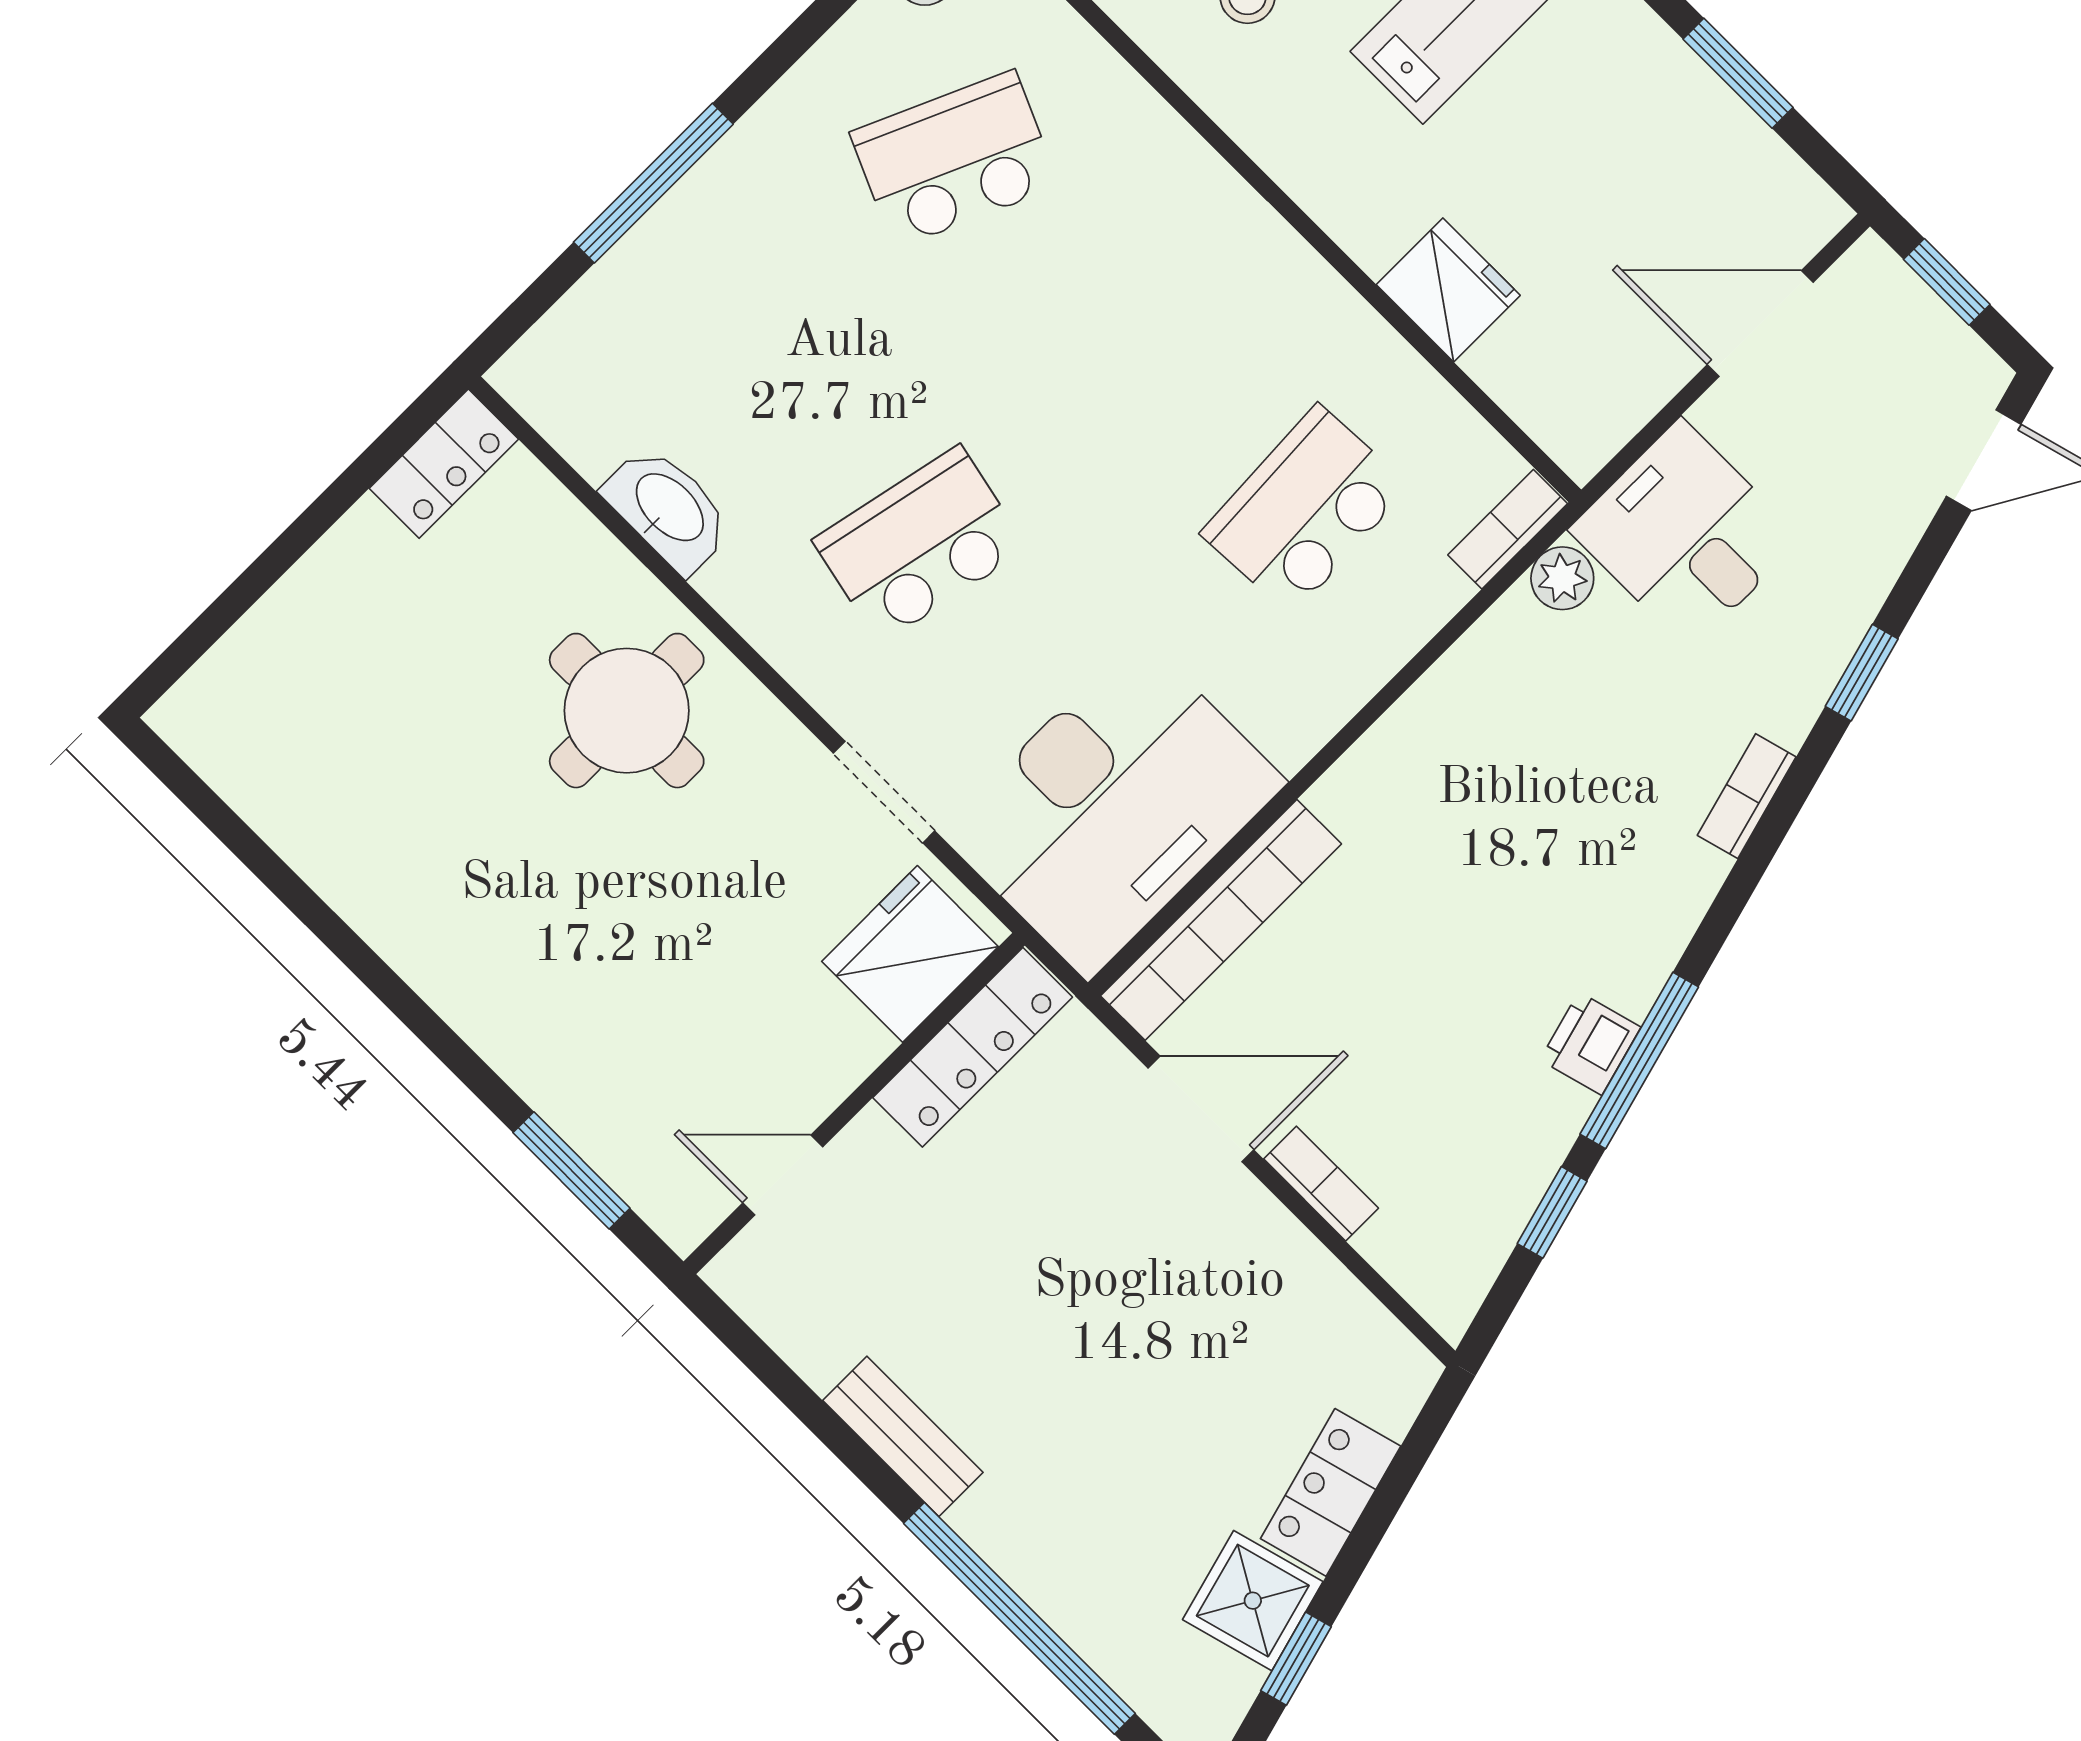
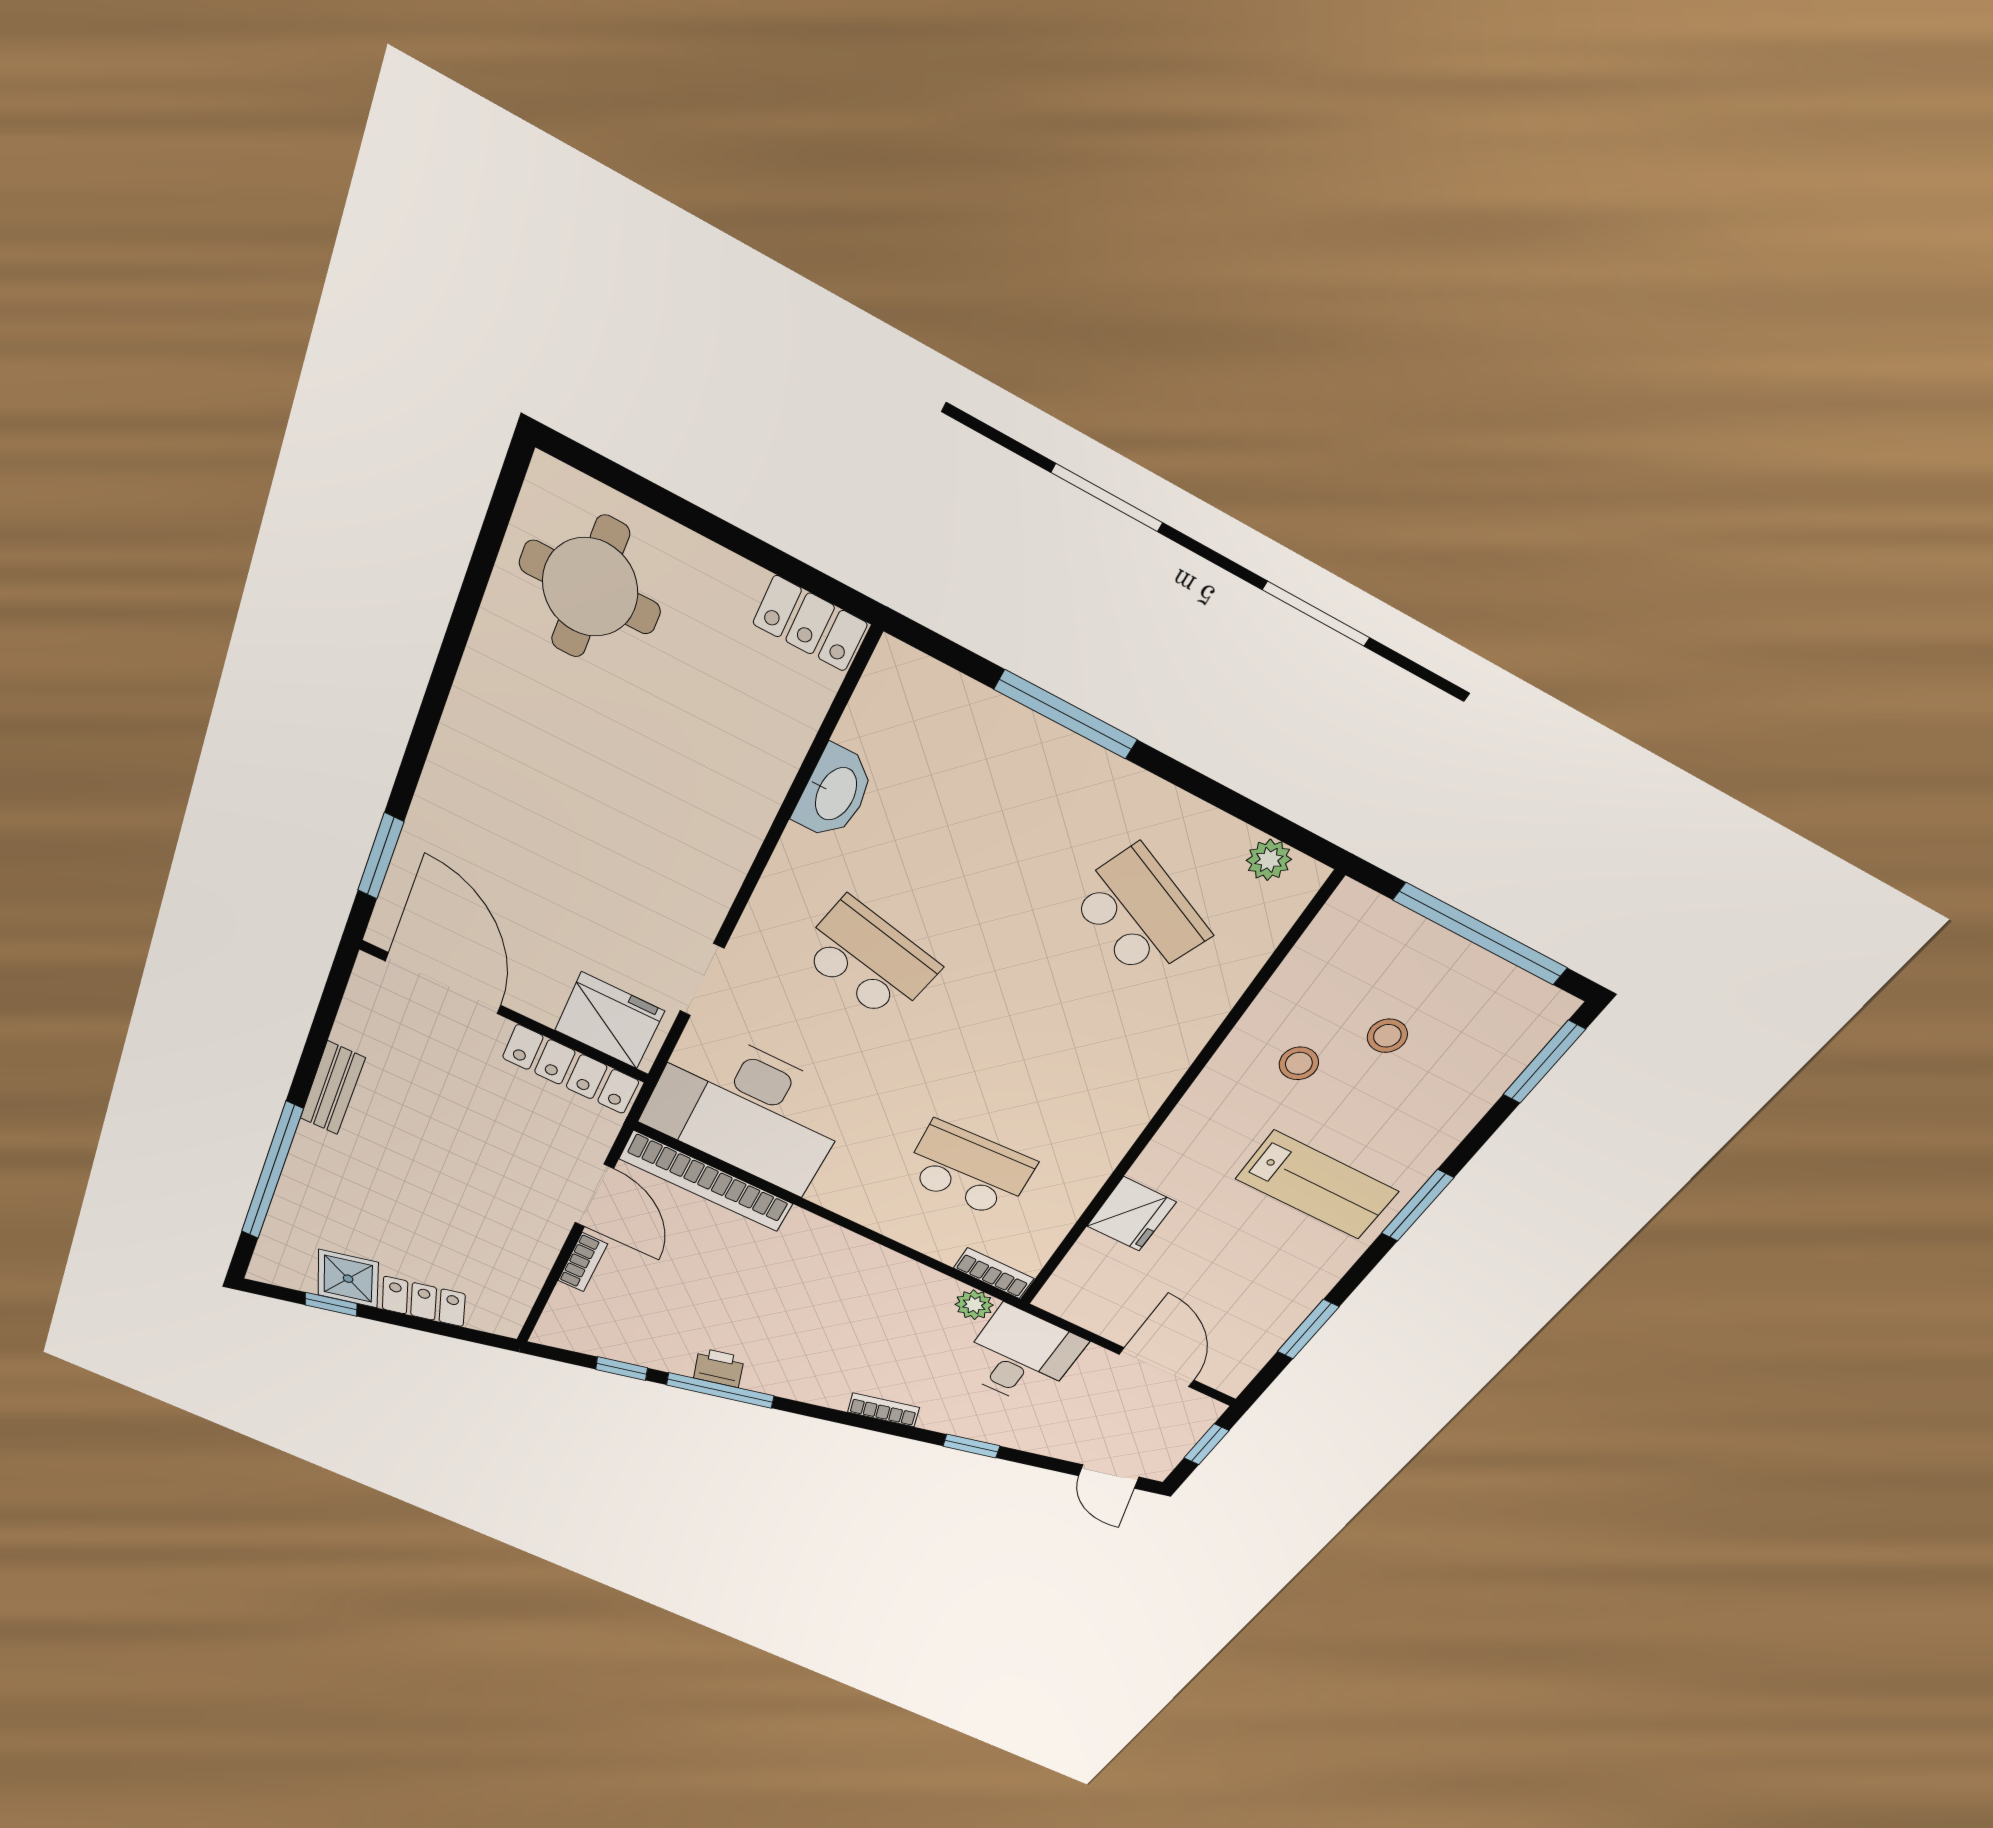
round table: (627, 711) -> (590, 587), moved
door: (783, 1175) -> (443, 983), width x1.88

